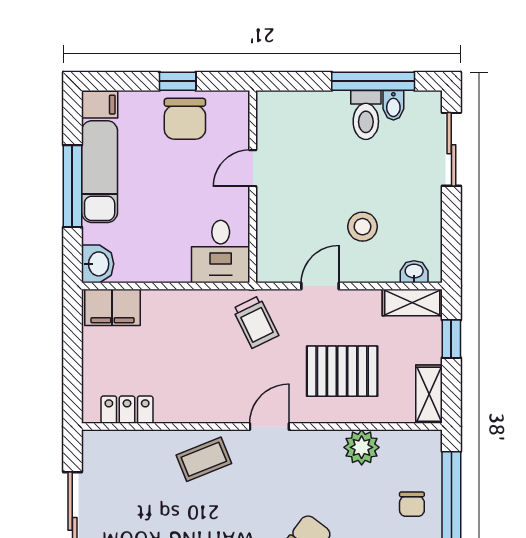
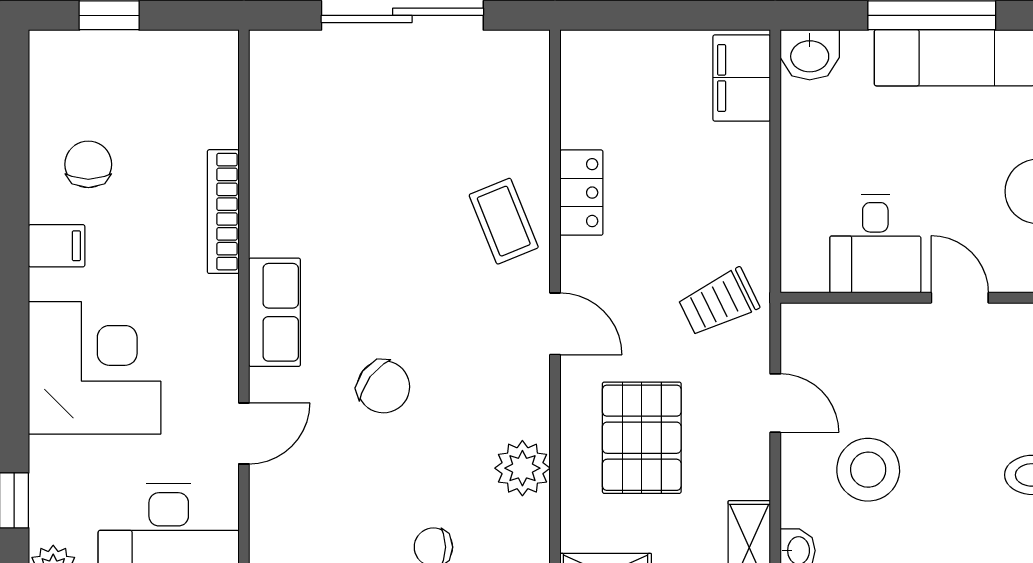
stool: (362, 227) -> (868, 470), width x1.38, depth x1.38
desk: (221, 252) -> (875, 244), moved, turned -90
locker: (127, 410) -> (581, 193), moved

